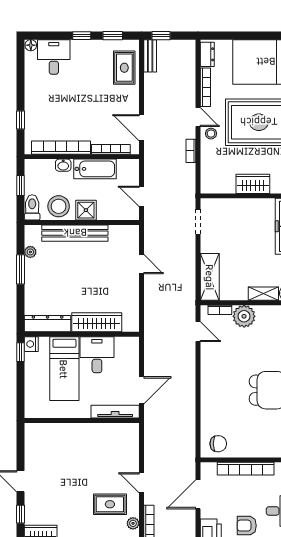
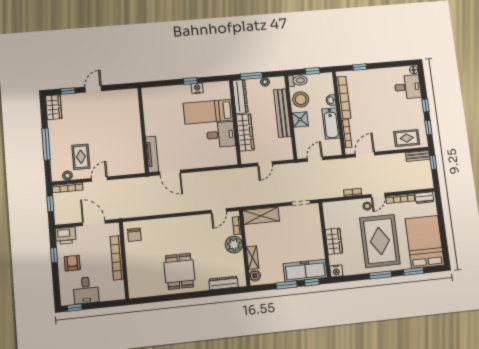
wardrobe: (97, 322) -> (245, 132), moved
dresser: (48, 324) -> (240, 97), moved
wall: (82, 334) -> (235, 122), moved
desk: (97, 355) -> (221, 135), moved
bed: (64, 369) -> (208, 112), moved

